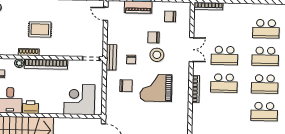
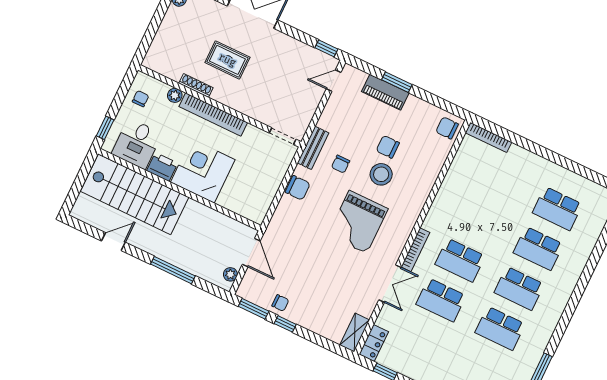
door: (106, 14) -> (334, 81), hinge flipped
chair: (170, 16) -> (447, 128), moved
double door: (191, 50) -> (390, 284), moved
school desk: (224, 56) -> (441, 300), moved
chair: (126, 86) -> (298, 188), moved
grand piano: (156, 88) -> (358, 222), turned -90
corner desk: (79, 99) -> (203, 171), moved

